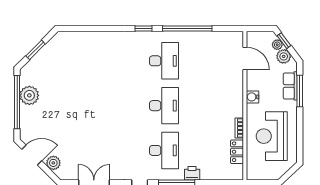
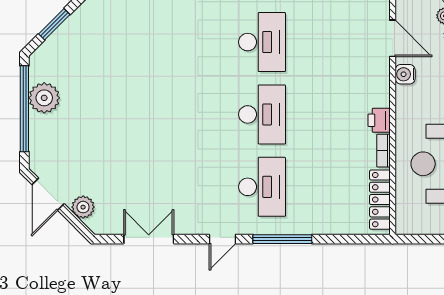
water cooler: (253, 97) -> (405, 74), moved
locker: (237, 152) -> (380, 200), width x1.53
door: (32, 155) -> (48, 194), swing flipped
printer: (192, 173) -> (379, 120), moved, turned -90

